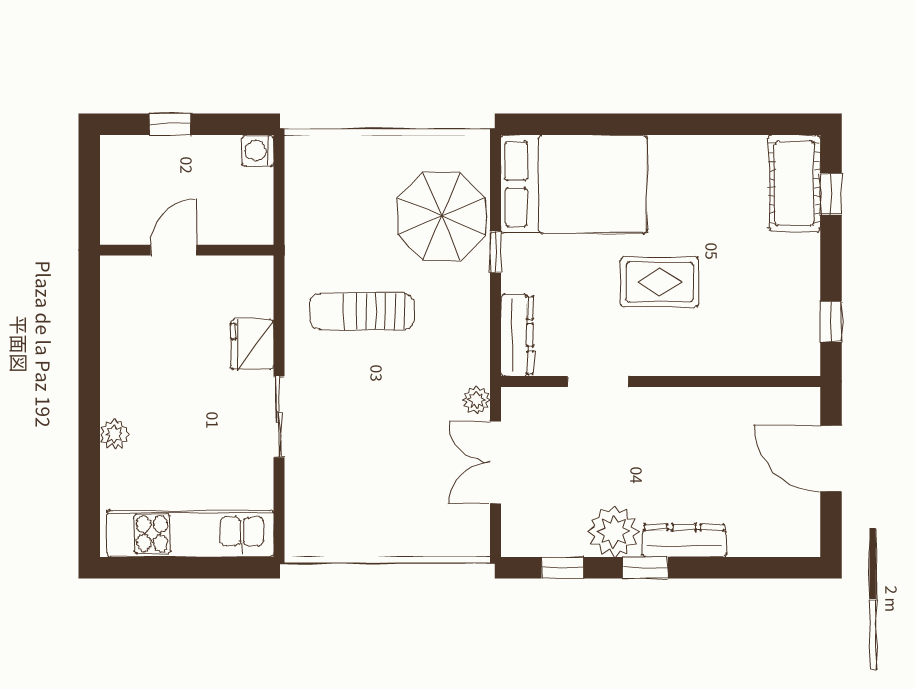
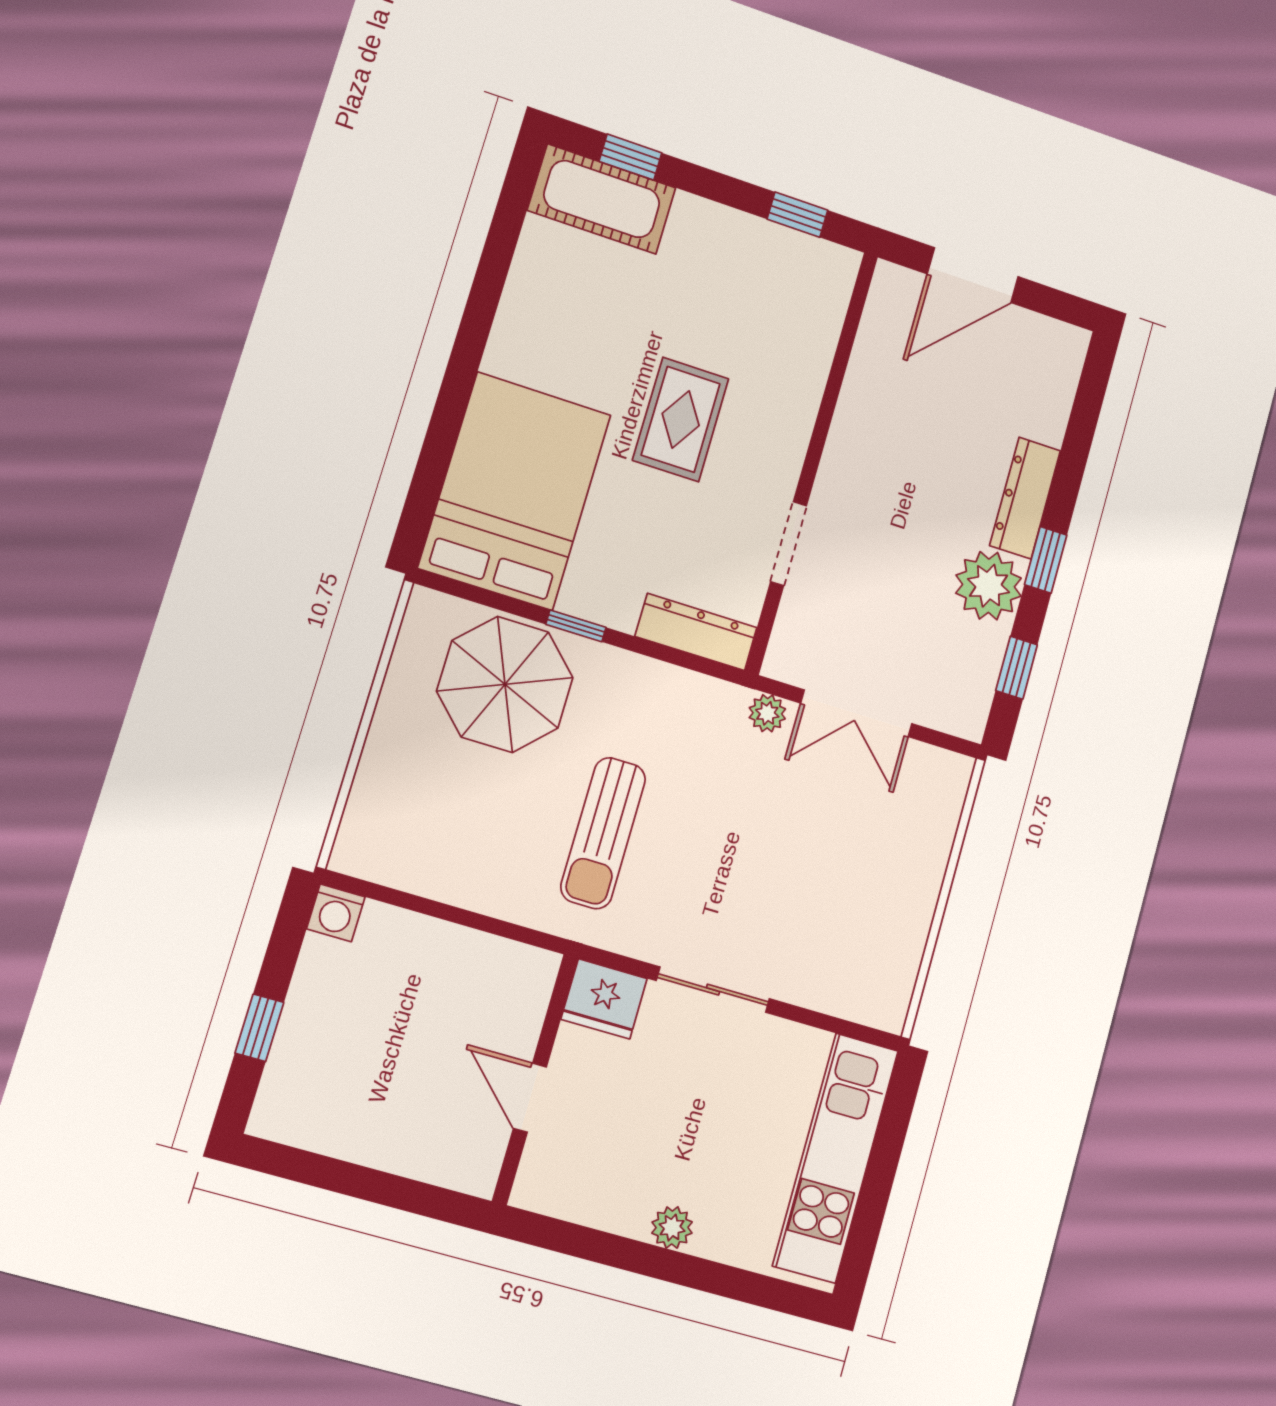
door: (174, 250) -> (530, 1098), moved
wall: (187, 250) -> (535, 1079), moved

